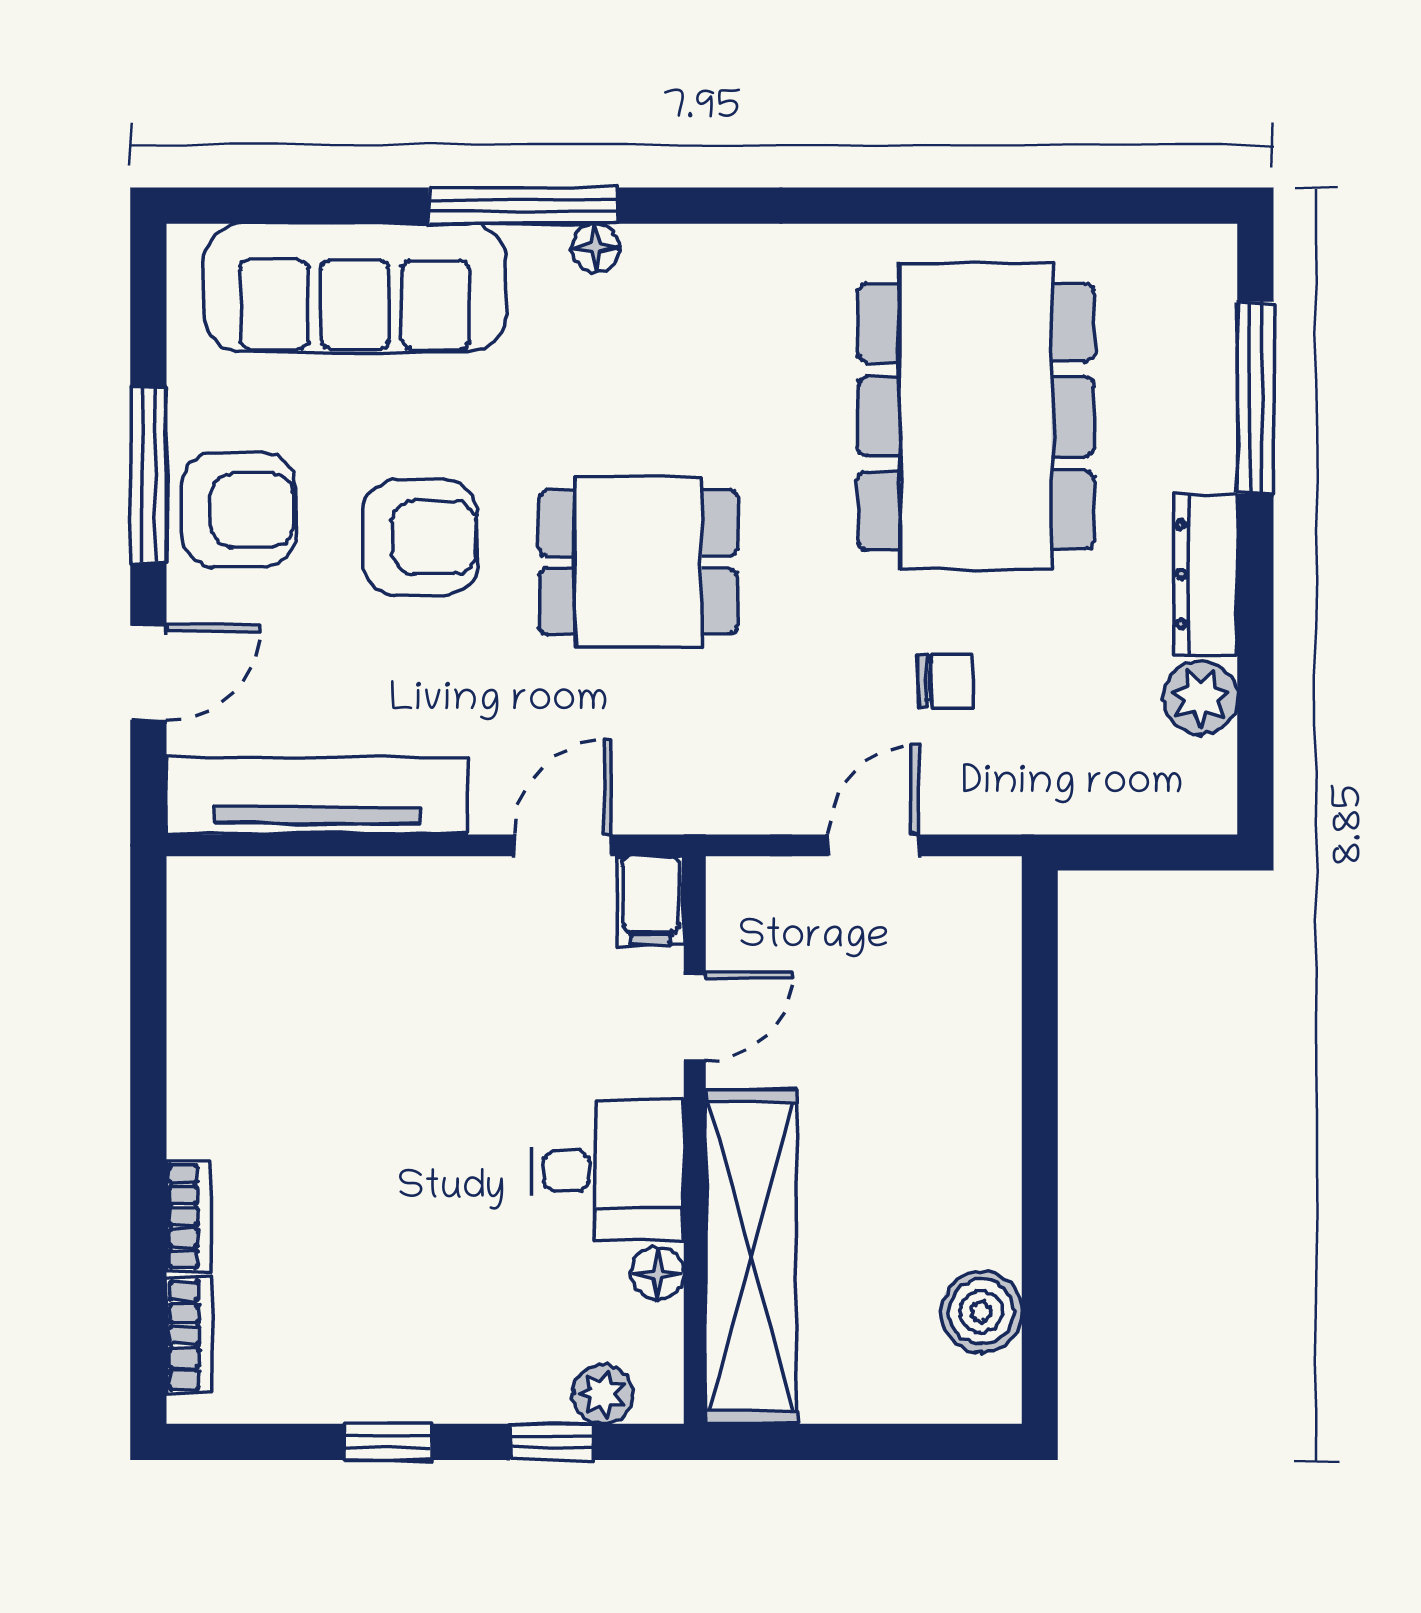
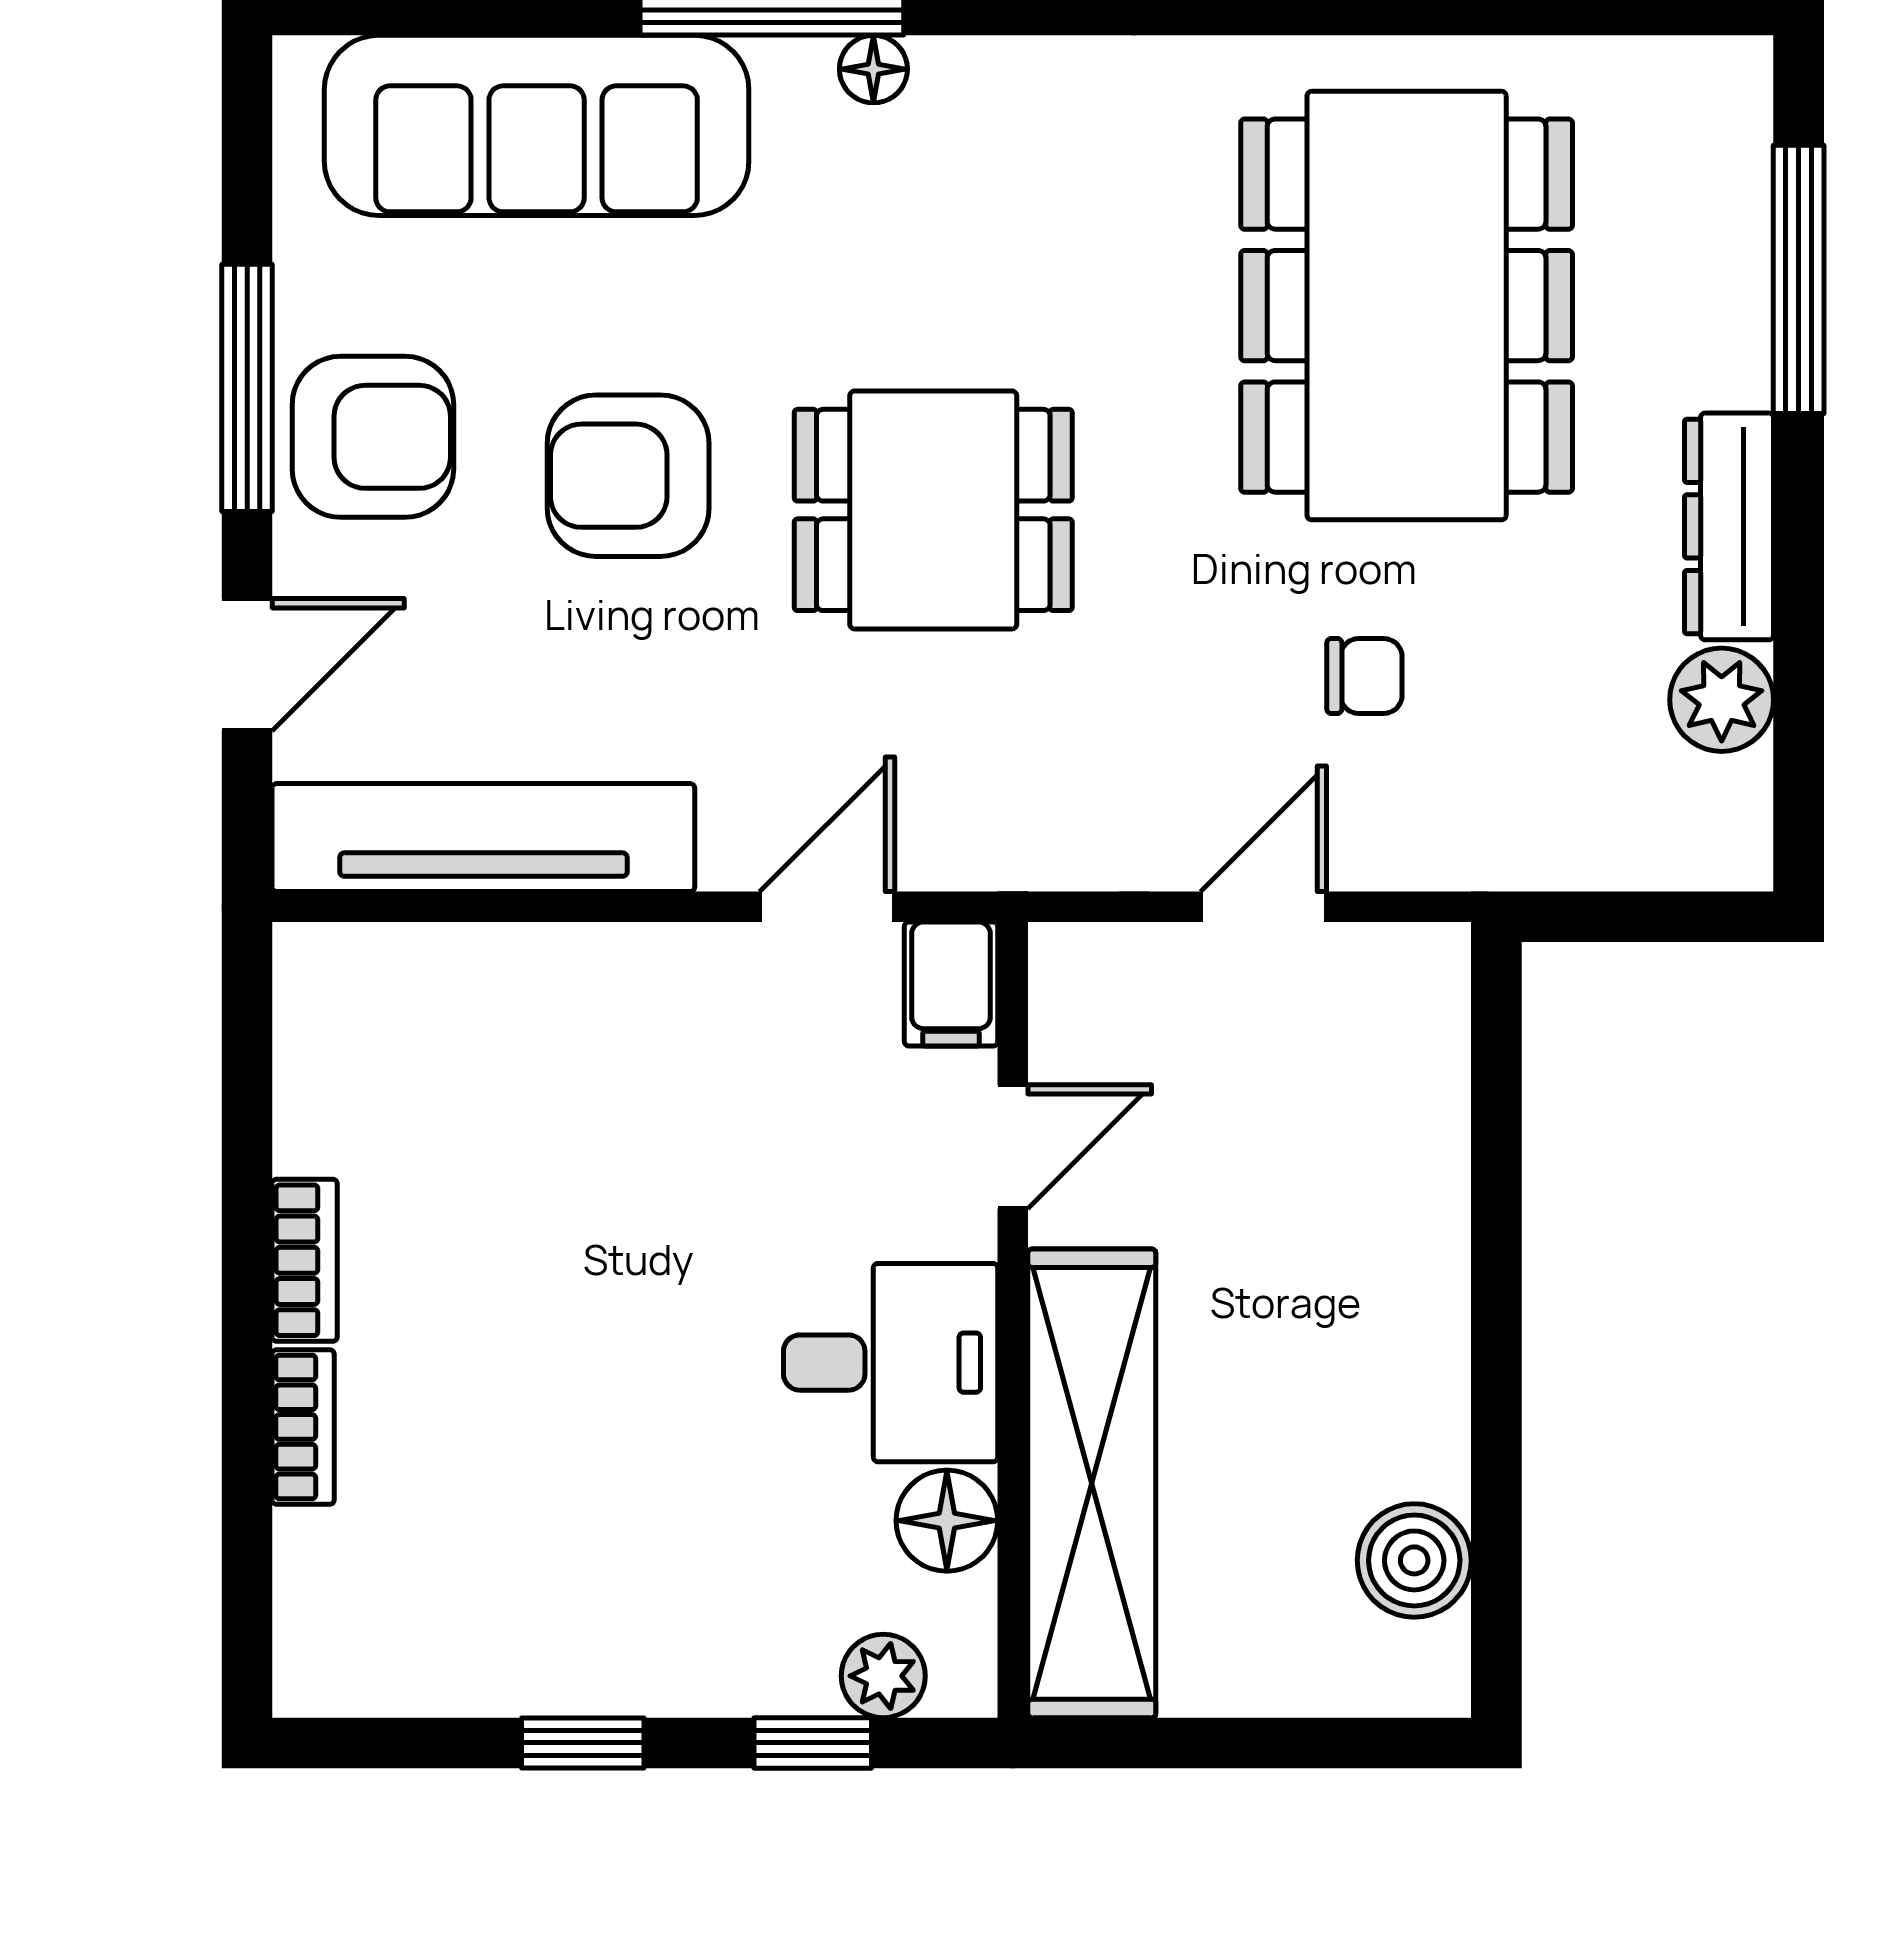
armchair: (420, 538) -> (628, 476), turned 180
floor lamp: (658, 1273) -> (947, 1521), width x1.37, depth x1.37
bookcase: (190, 1335) -> (305, 1260), moved

